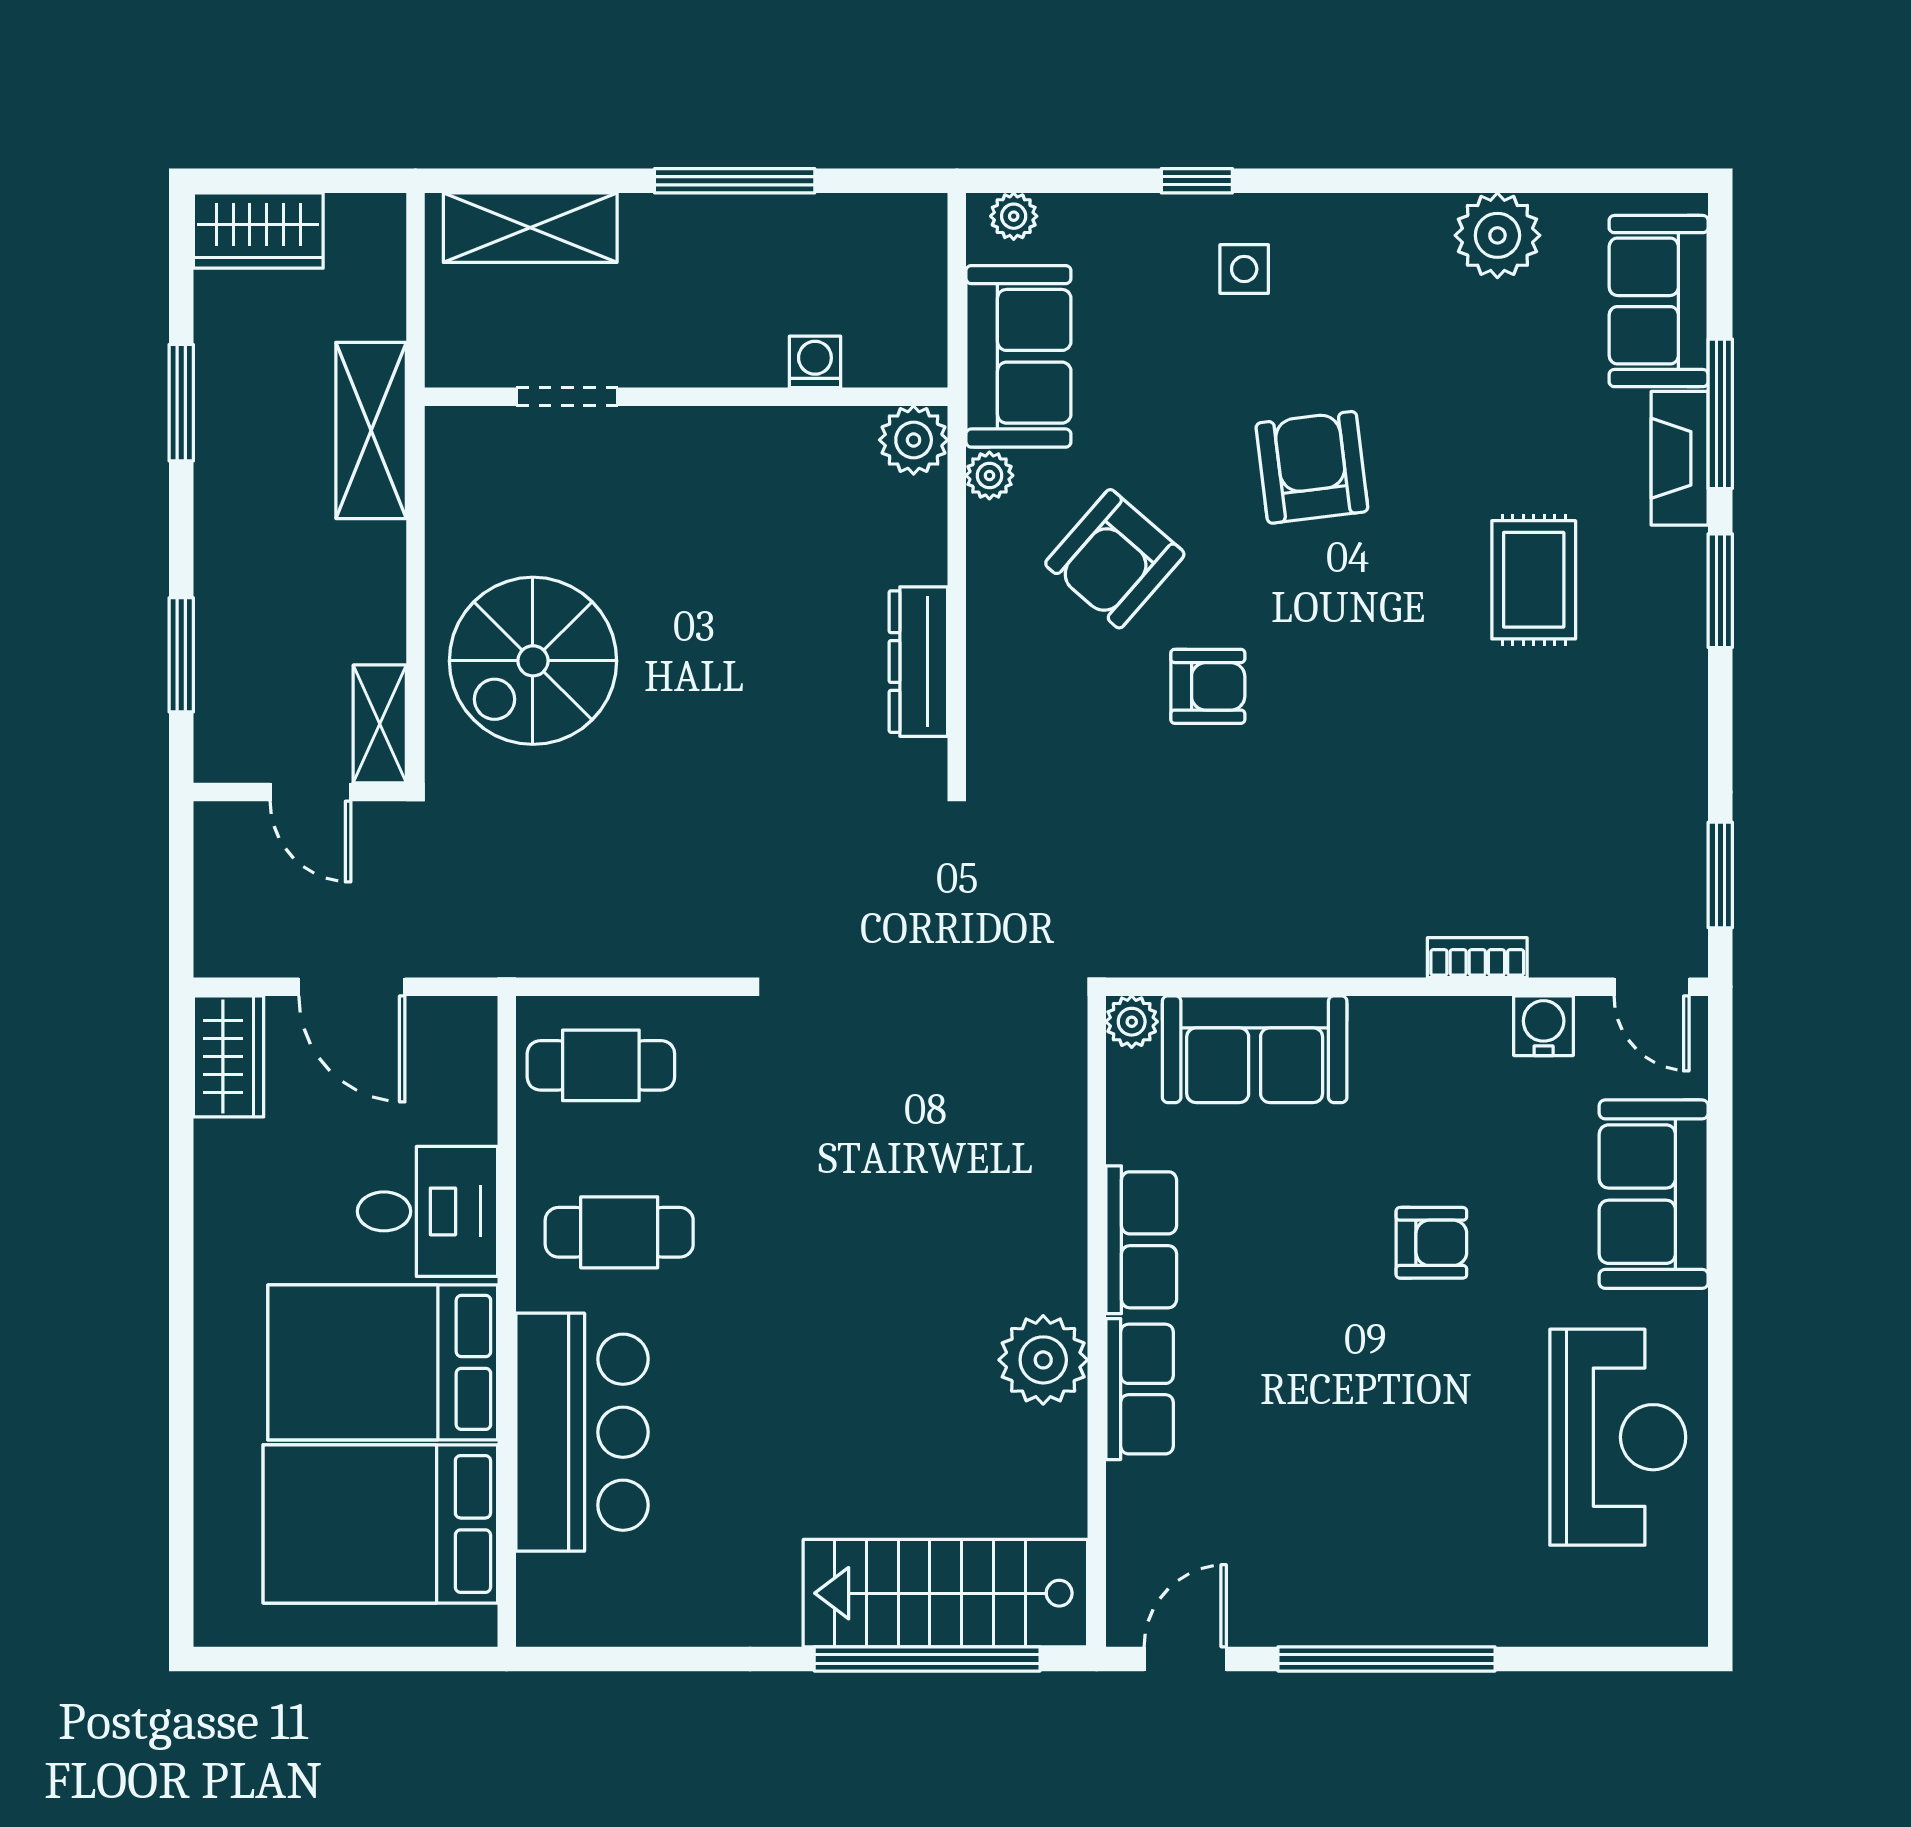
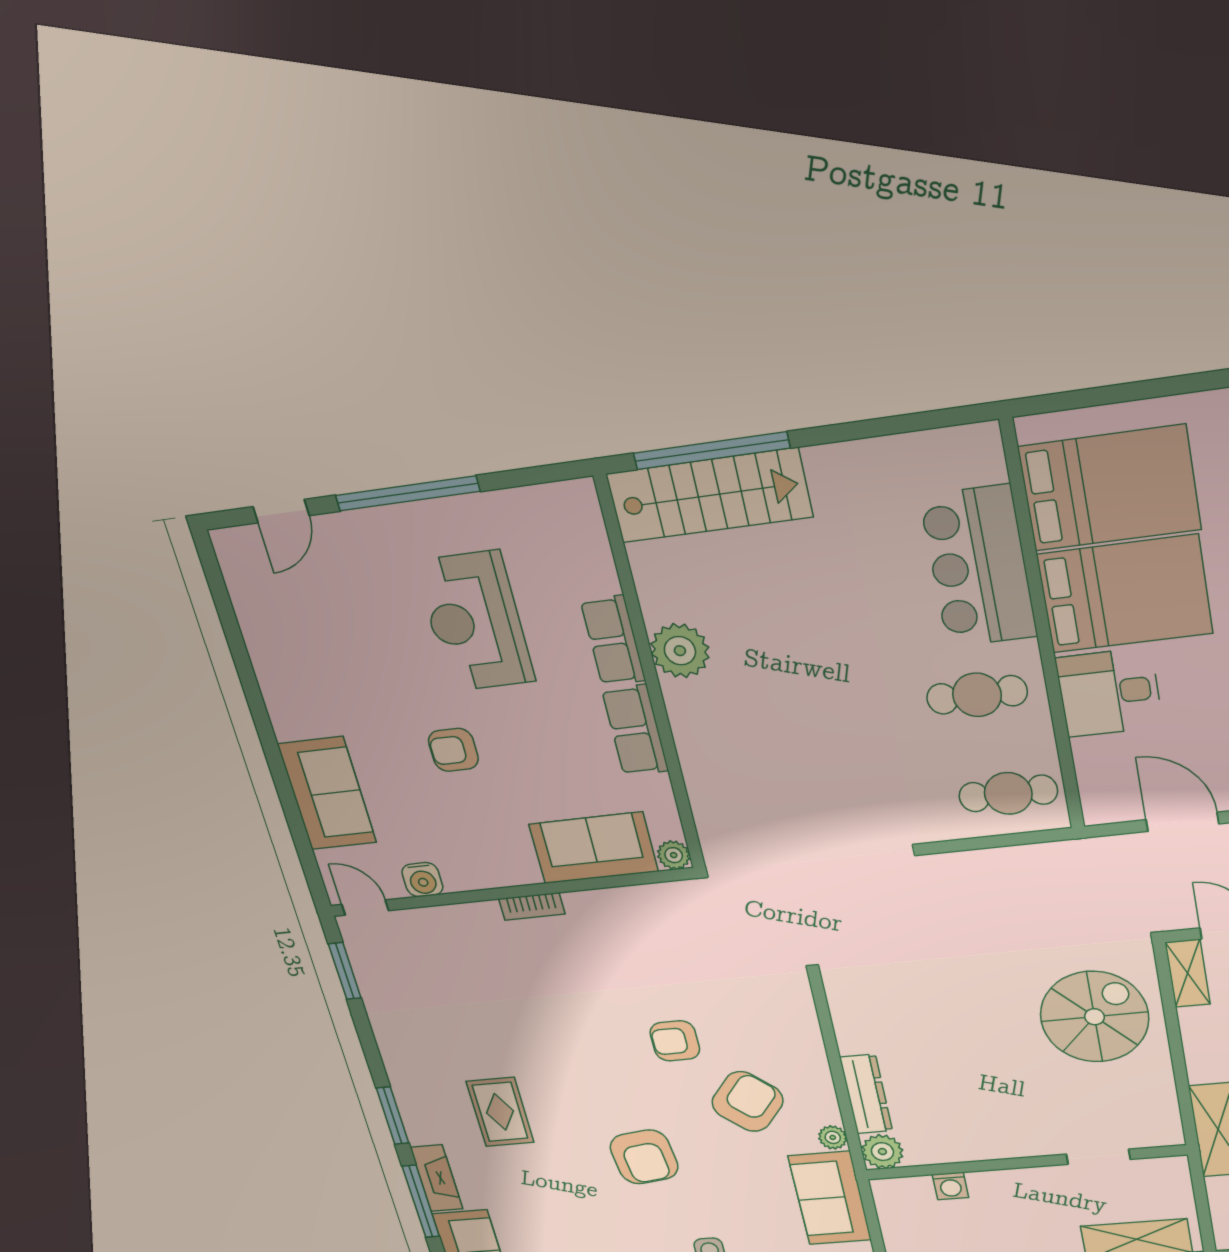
dresser: (918, 662) -> (866, 1094), moved
bookcase: (1477, 958) -> (532, 906), moved
reception desk: (1618, 1437) -> (475, 621), moved
door: (1185, 1659) -> (281, 511), moved

